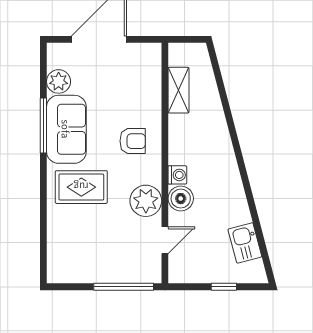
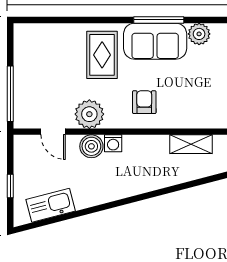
armchair: (133, 141) -> (144, 102), turned 180
kitchen sink: (245, 243) -> (51, 205), width x1.38

